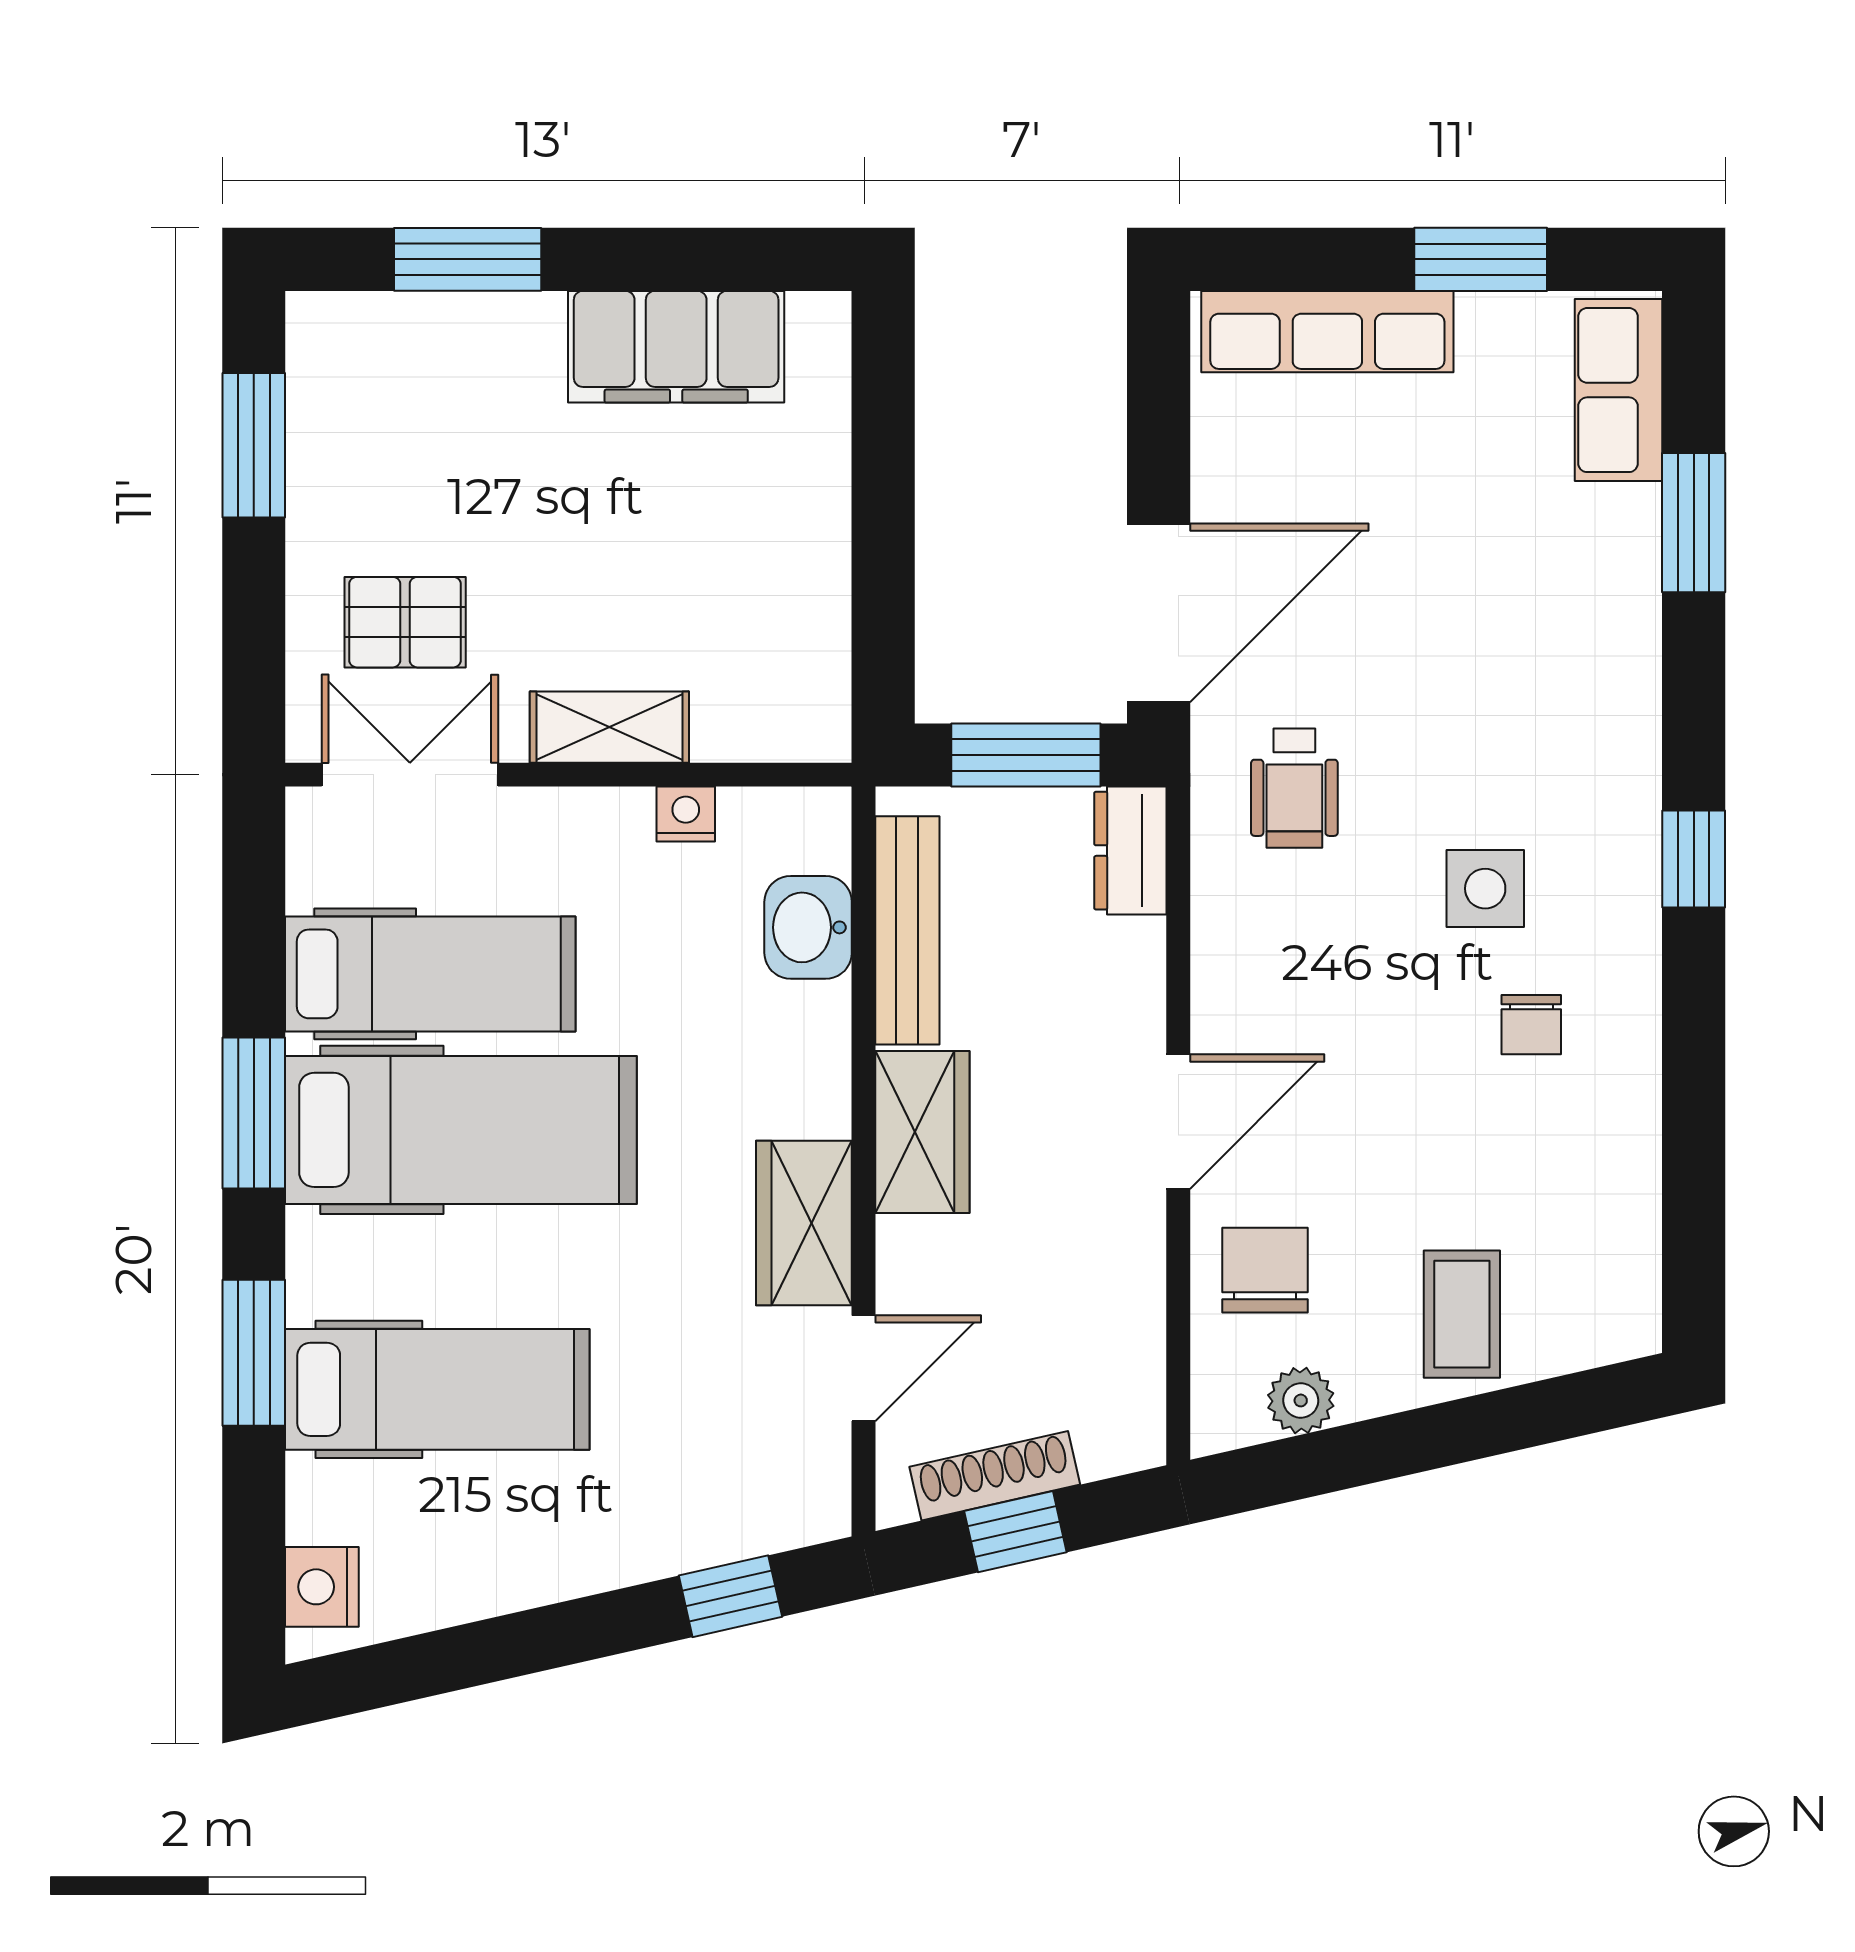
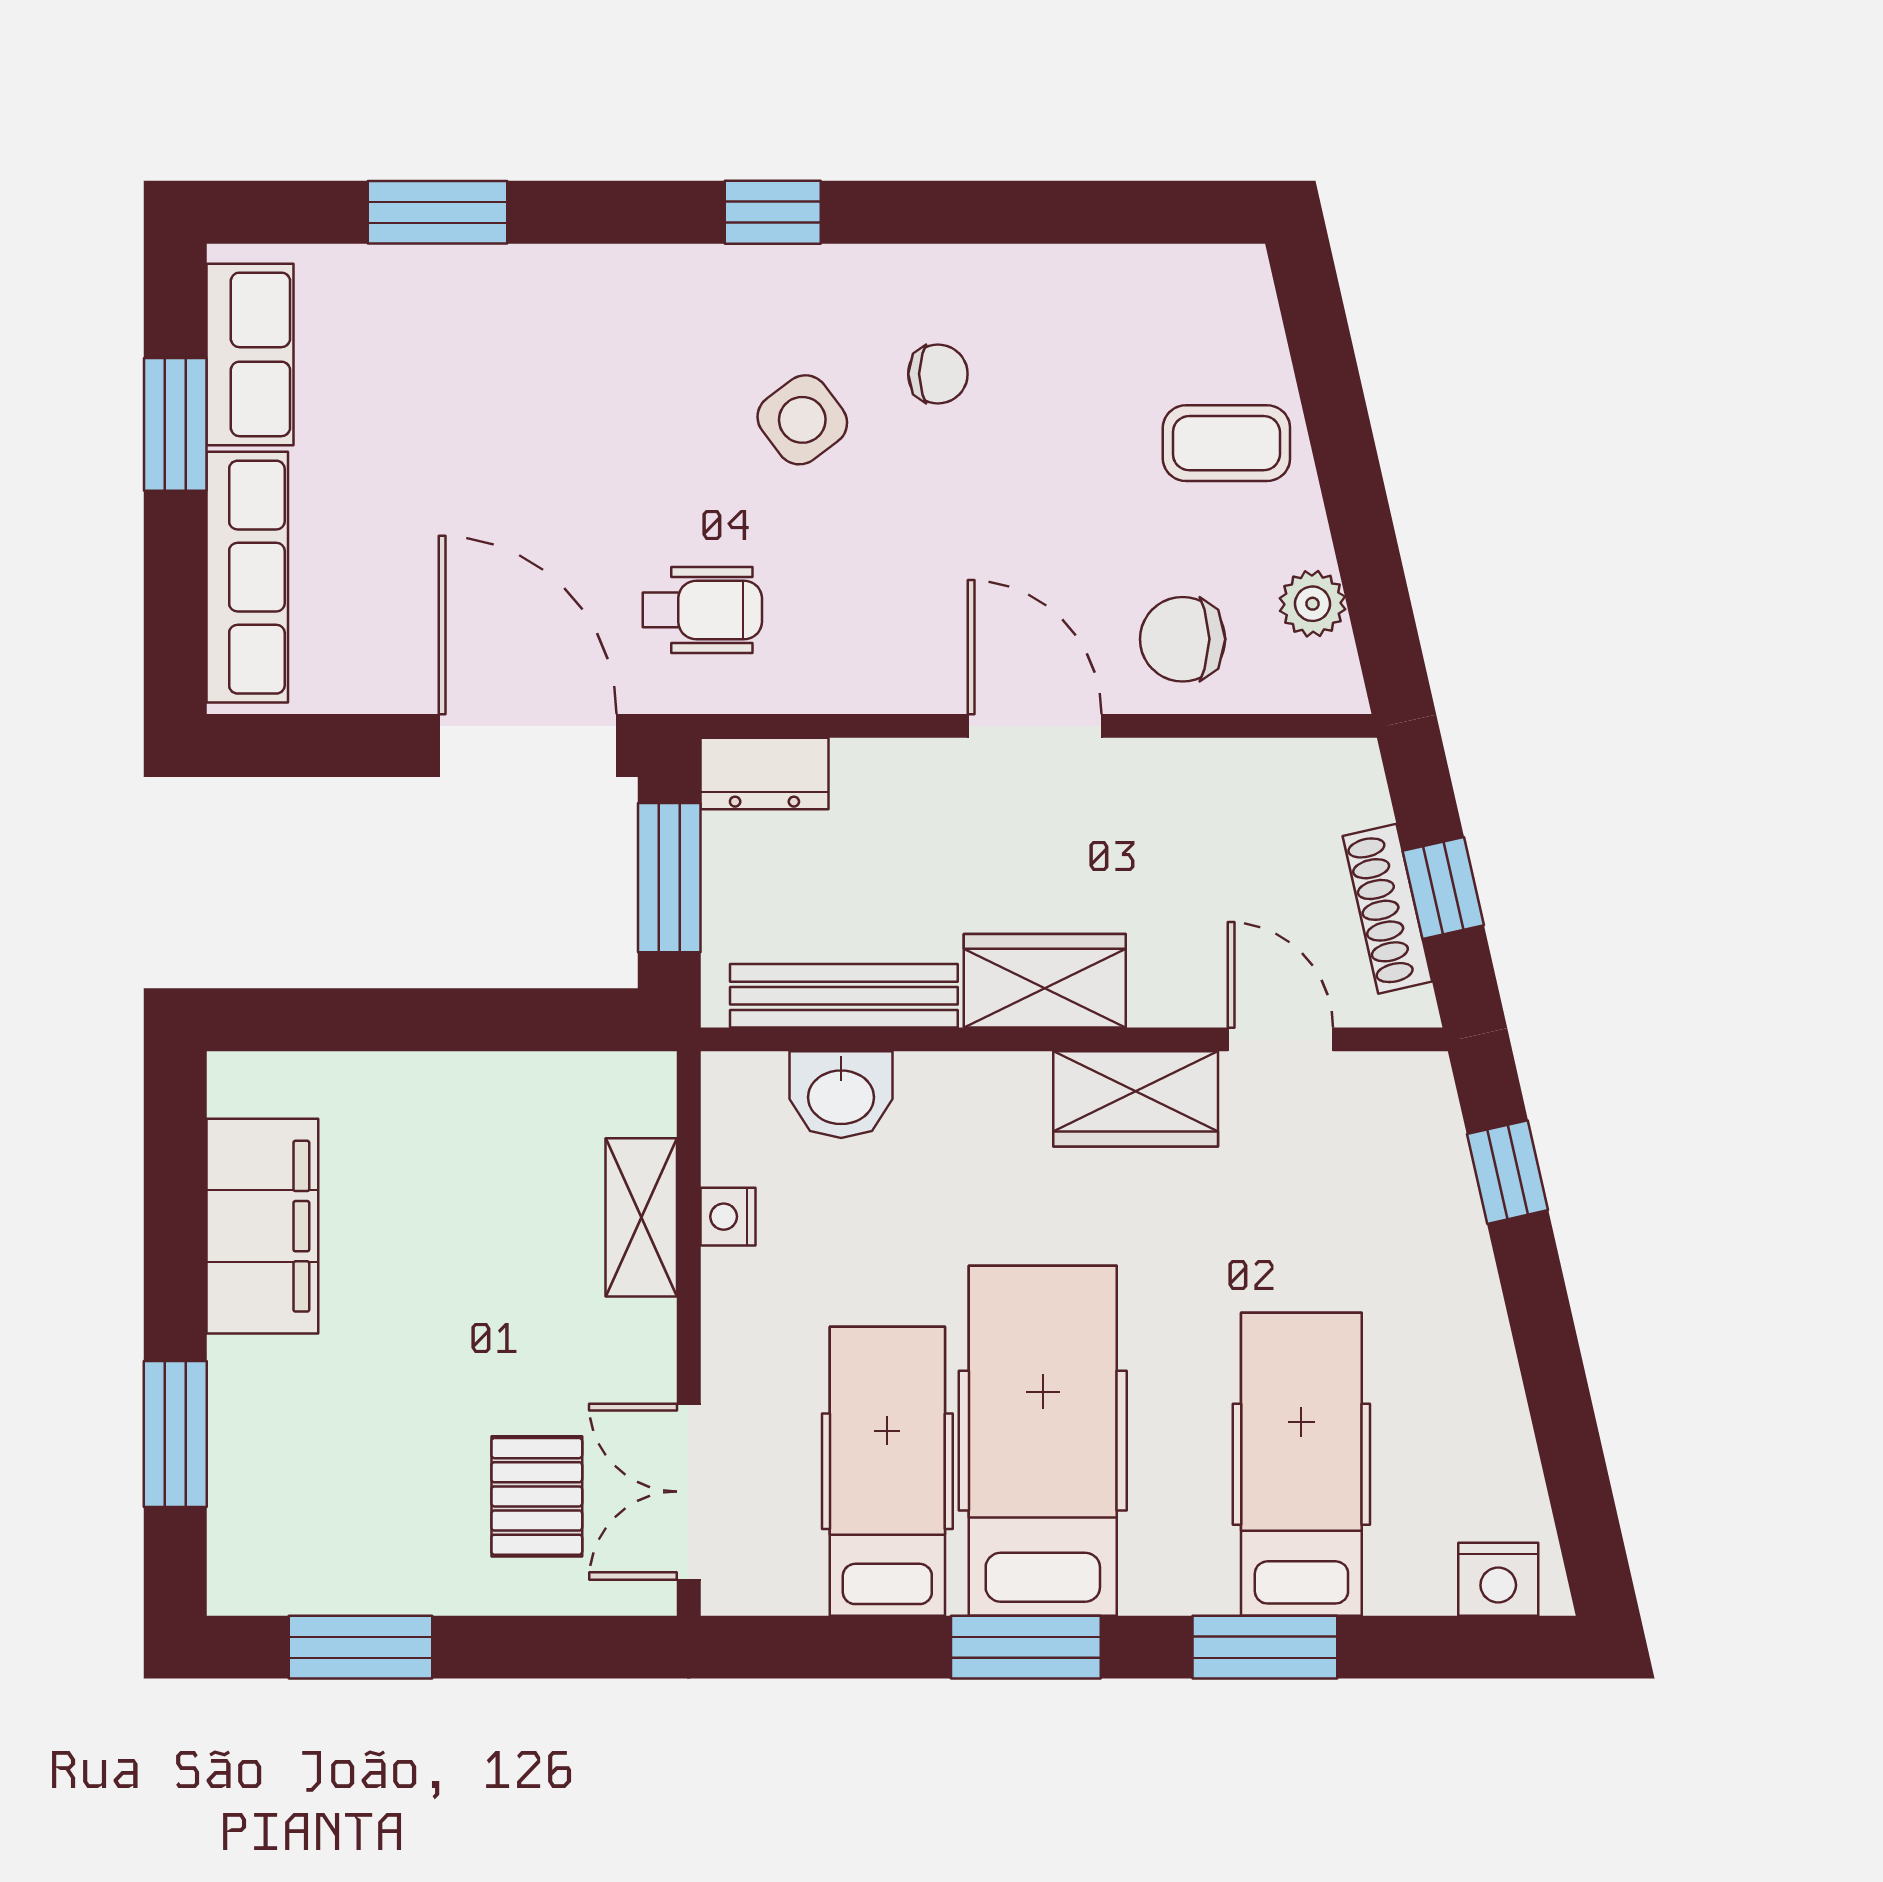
row of seats: (1618, 390) -> (250, 354), moved, turned -90
shelving: (609, 727) -> (641, 1217), moved
side table: (1485, 889) -> (802, 420), turned -37

